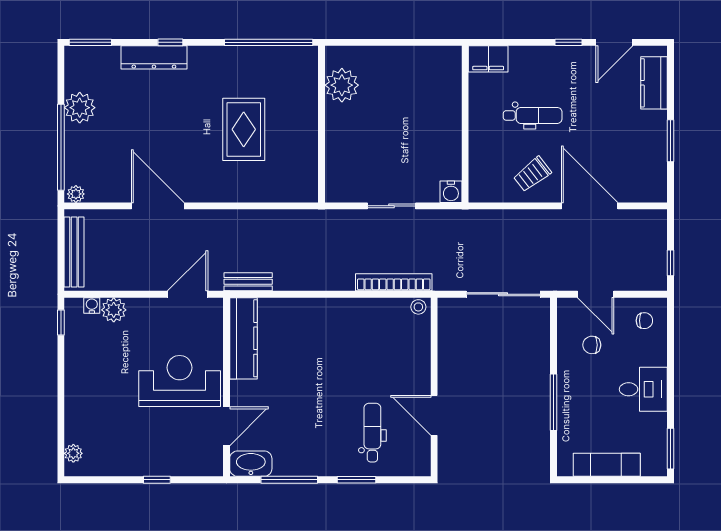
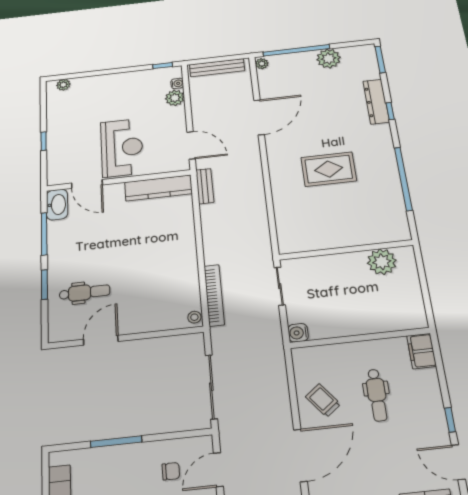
plant: (342, 85) -> (382, 262), moved
wall: (322, 124) -> (346, 250), moved
chair: (592, 345) -> (171, 471), turned 90

